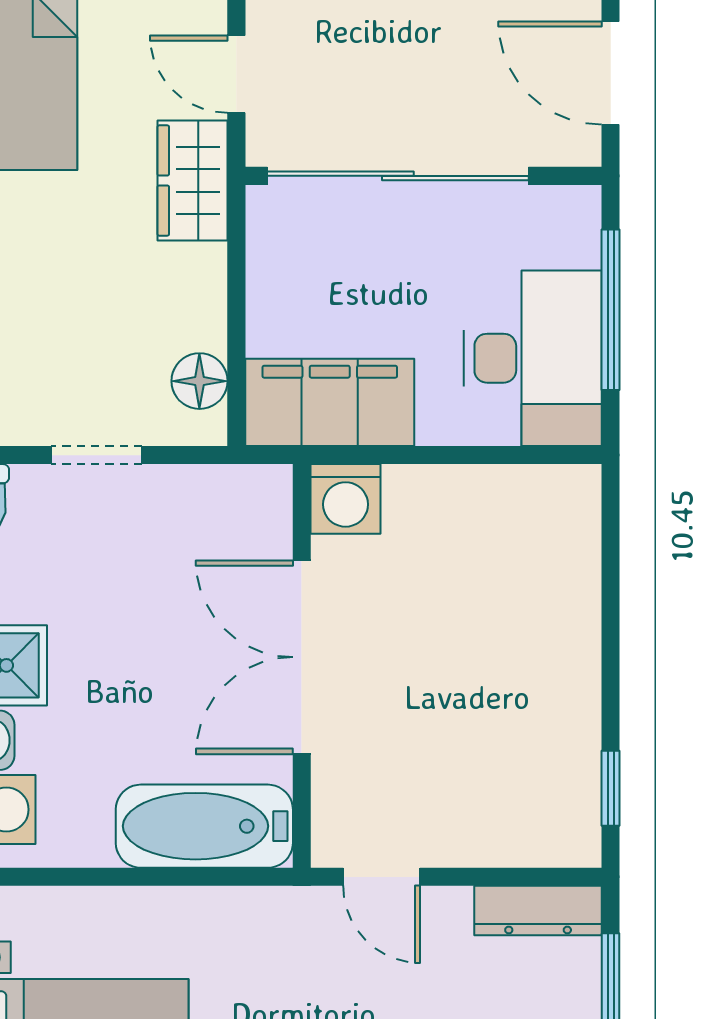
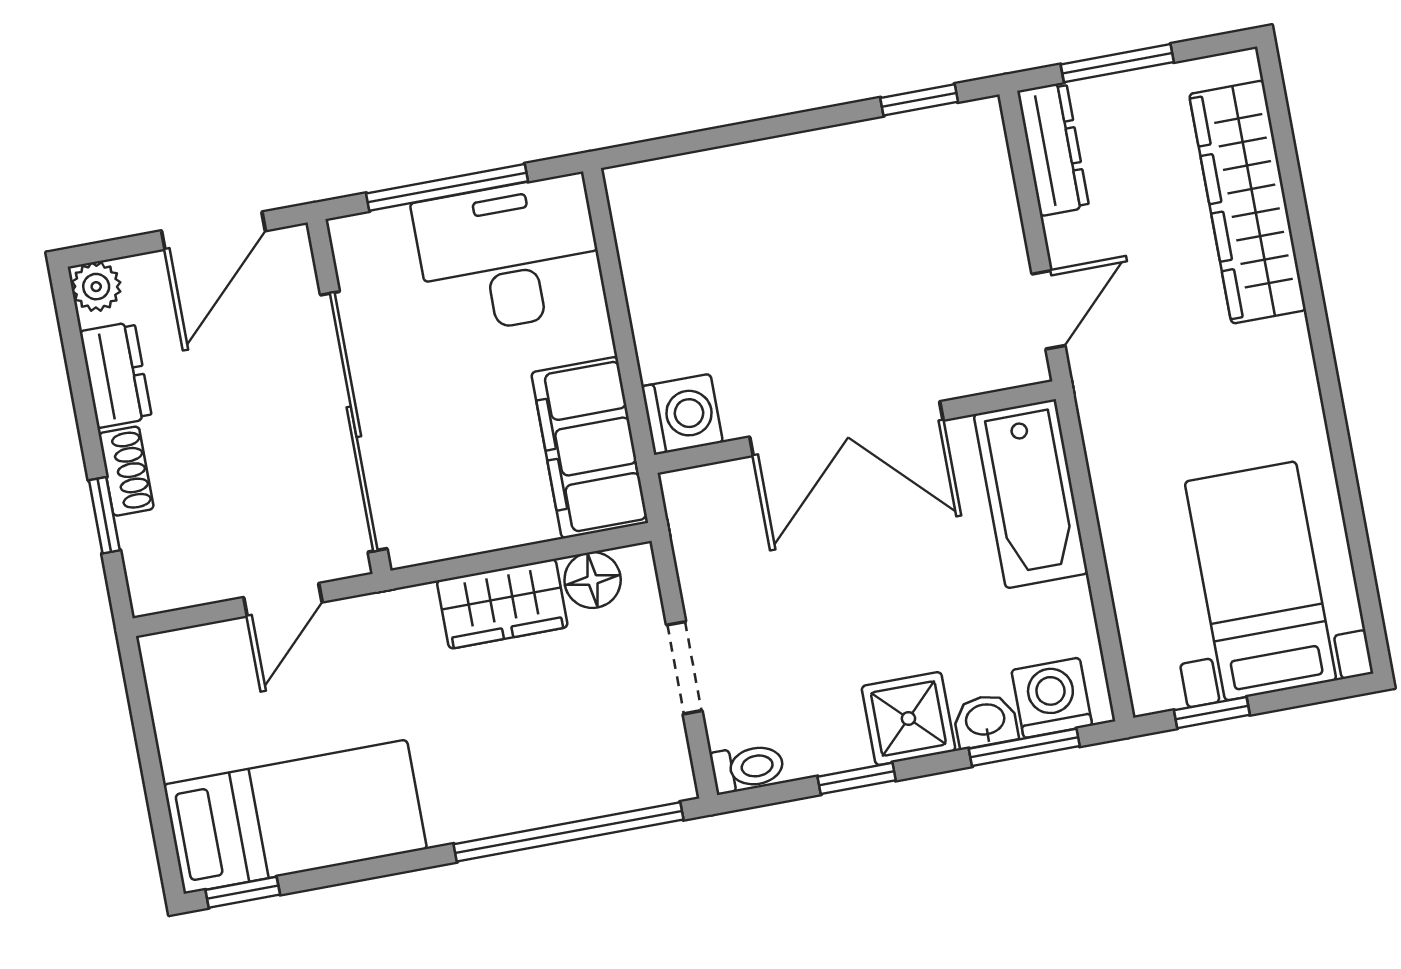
wardrobe: (193, 181) -> (502, 604), moved

